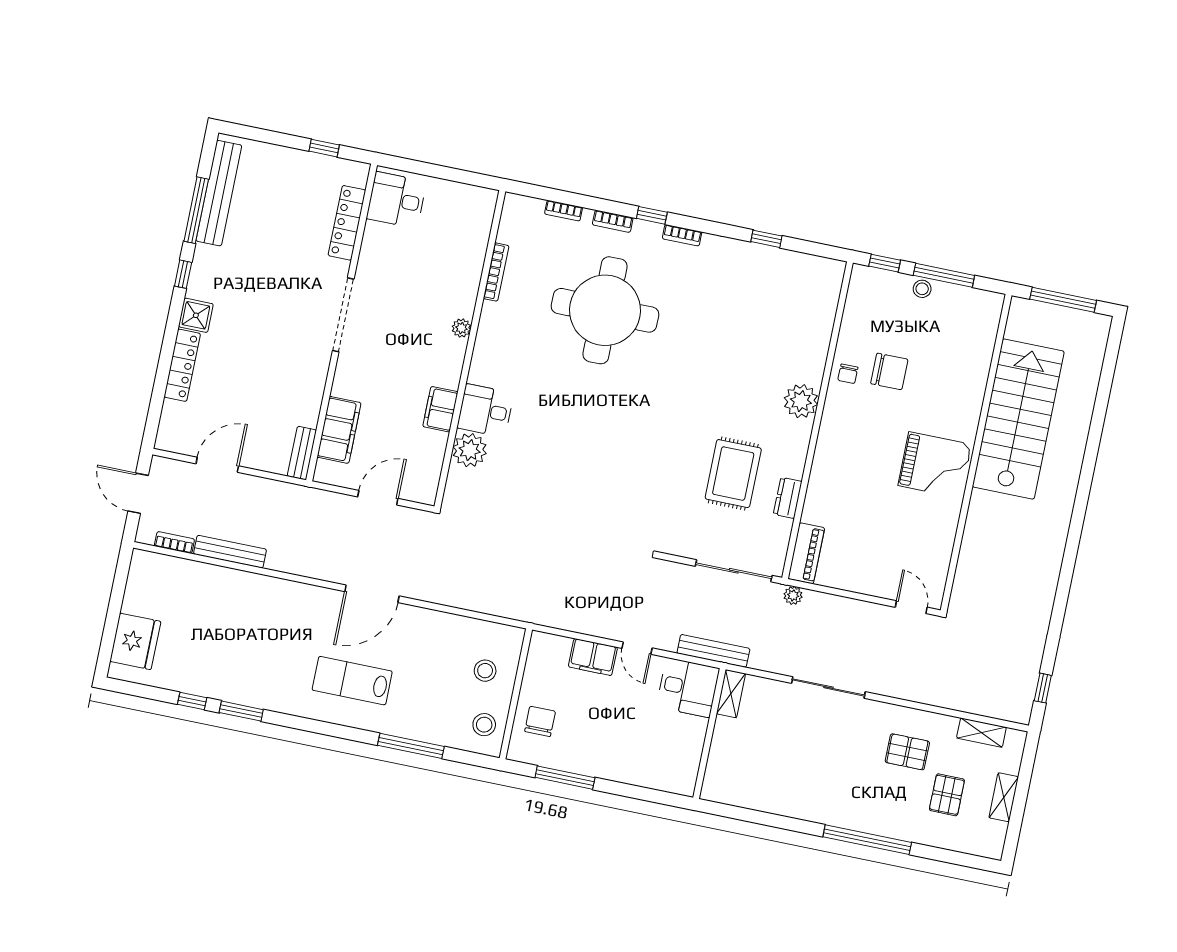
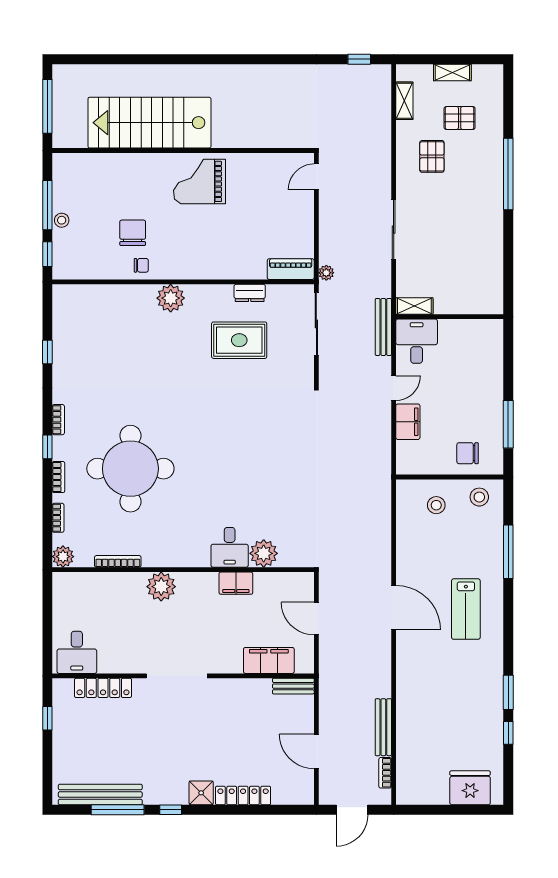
plant: (516, 207) -> (63, 557), added
plant: (461, 328) -> (161, 587), width x1.88, depth x1.88
grand piano: (935, 465) -> (200, 181), turned -90

